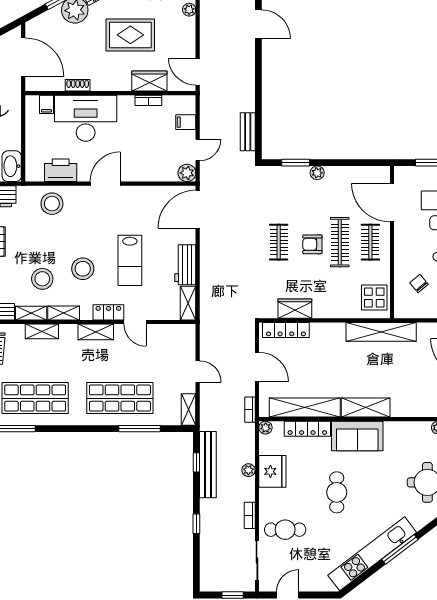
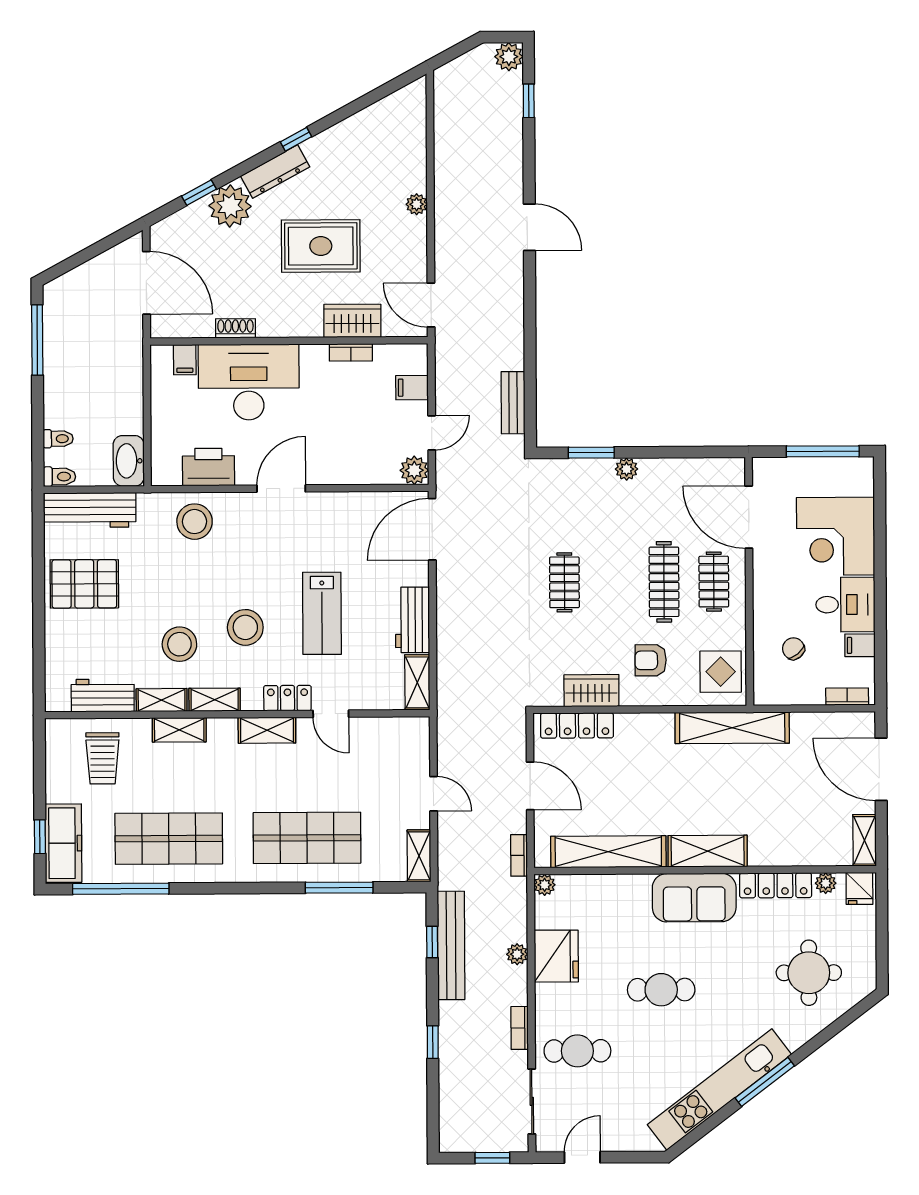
armchair: (312, 244) -> (651, 660), moved
locker: (307, 429) -> (776, 885), moved
cafe table: (337, 492) -> (661, 990), turned 90

